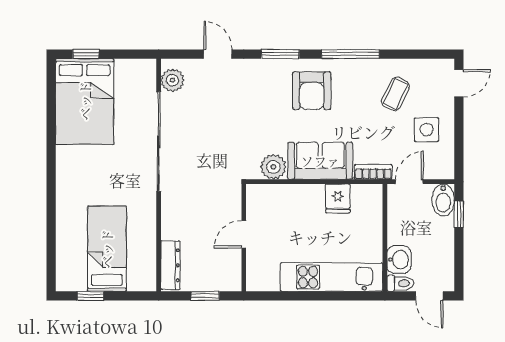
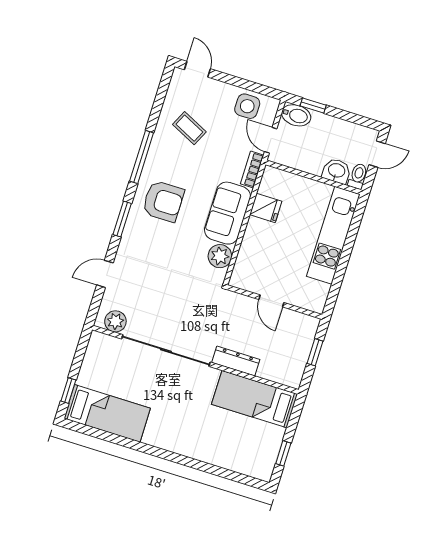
bed: (85, 101) -> (107, 413), width x0.67
side table: (426, 130) -> (247, 106), moved
bed: (107, 249) -> (255, 399), moved
dresser: (170, 265) -> (236, 361), moved

